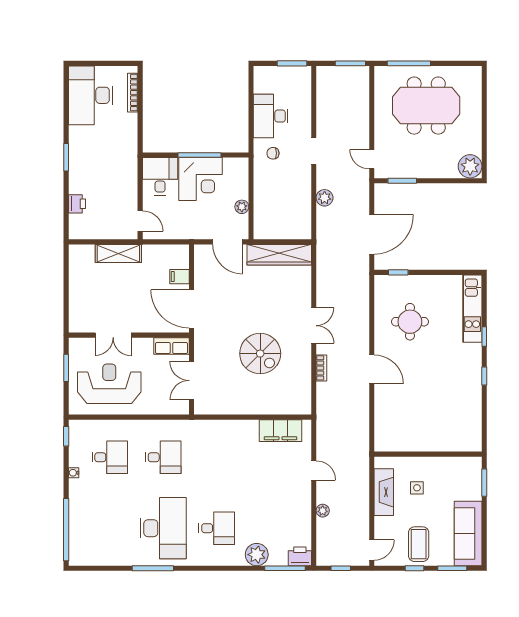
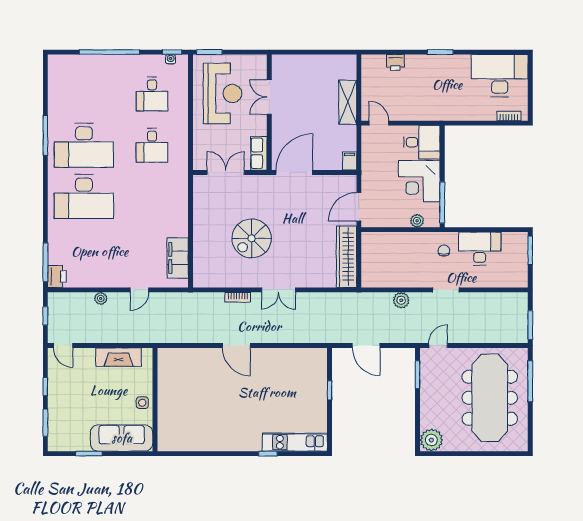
window: (292, 63) -> (530, 250), moved
bookcase: (133, 93) -> (509, 116), width x0.64
meeting table: (426, 106) -> (490, 398), width x1.36
window: (199, 155) -> (442, 202), moved
plant: (242, 207) -> (417, 221), moved
door: (140, 221) -> (379, 123), swing flipped
door: (372, 234) -> (366, 345), width x0.73
window: (398, 272) -> (330, 390), moved
filing cabinet: (179, 277) -> (350, 161), moved
round table: (410, 322) -> (282, 382), removed
window: (66, 368) -> (209, 52), moved
door: (372, 369) -> (236, 345), hinge flipped
window: (484, 376) -> (230, 454), removed
water cooler: (74, 473) -> (171, 59), moved
window: (484, 483) -> (89, 454), moved
side table: (417, 488) -> (142, 403), moved
desk: (217, 528) -> (84, 197), width x1.87, depth x1.30
window: (66, 530) -> (109, 52), moved
sofa: (468, 533) -> (122, 438), moved
coffee table: (419, 544) -> (69, 391), removed
plant: (257, 555) -> (59, 235), removed

